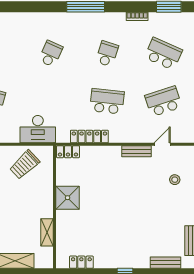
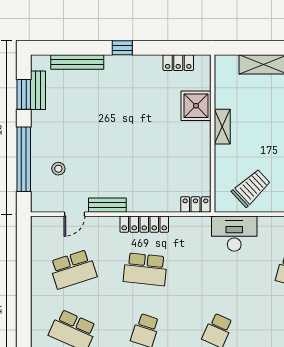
locker: (89, 137) -> (144, 224), moved
shower: (68, 198) -> (196, 106), moved
shelving: (47, 232) -> (222, 127), moved
bench: (165, 263) -> (77, 62), width x1.36

